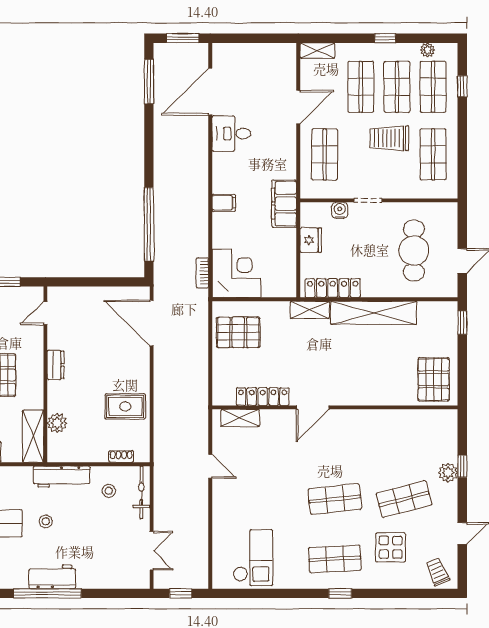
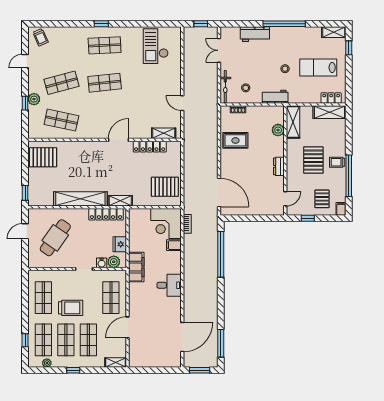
desk: (231, 134) -> (169, 285), moved
filing cabinet: (224, 203) -> (174, 245), moved
plant: (320, 212) -> (114, 262), added
cafe table: (414, 251) -> (55, 238), turned 35
pallet: (434, 379) -> (43, 157), turned 90
shop shelf: (404, 439) -> (61, 120), added
workbench: (62, 477) -> (275, 97), width x0.73
display table: (391, 547) -> (70, 53), removed
workbench: (52, 577) -> (255, 34), moved

